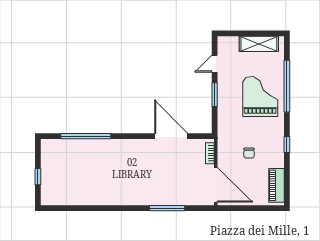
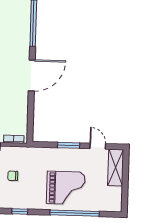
shelving: (259, 44) -> (116, 168), moved
door: (171, 136) -> (32, 75), moved

